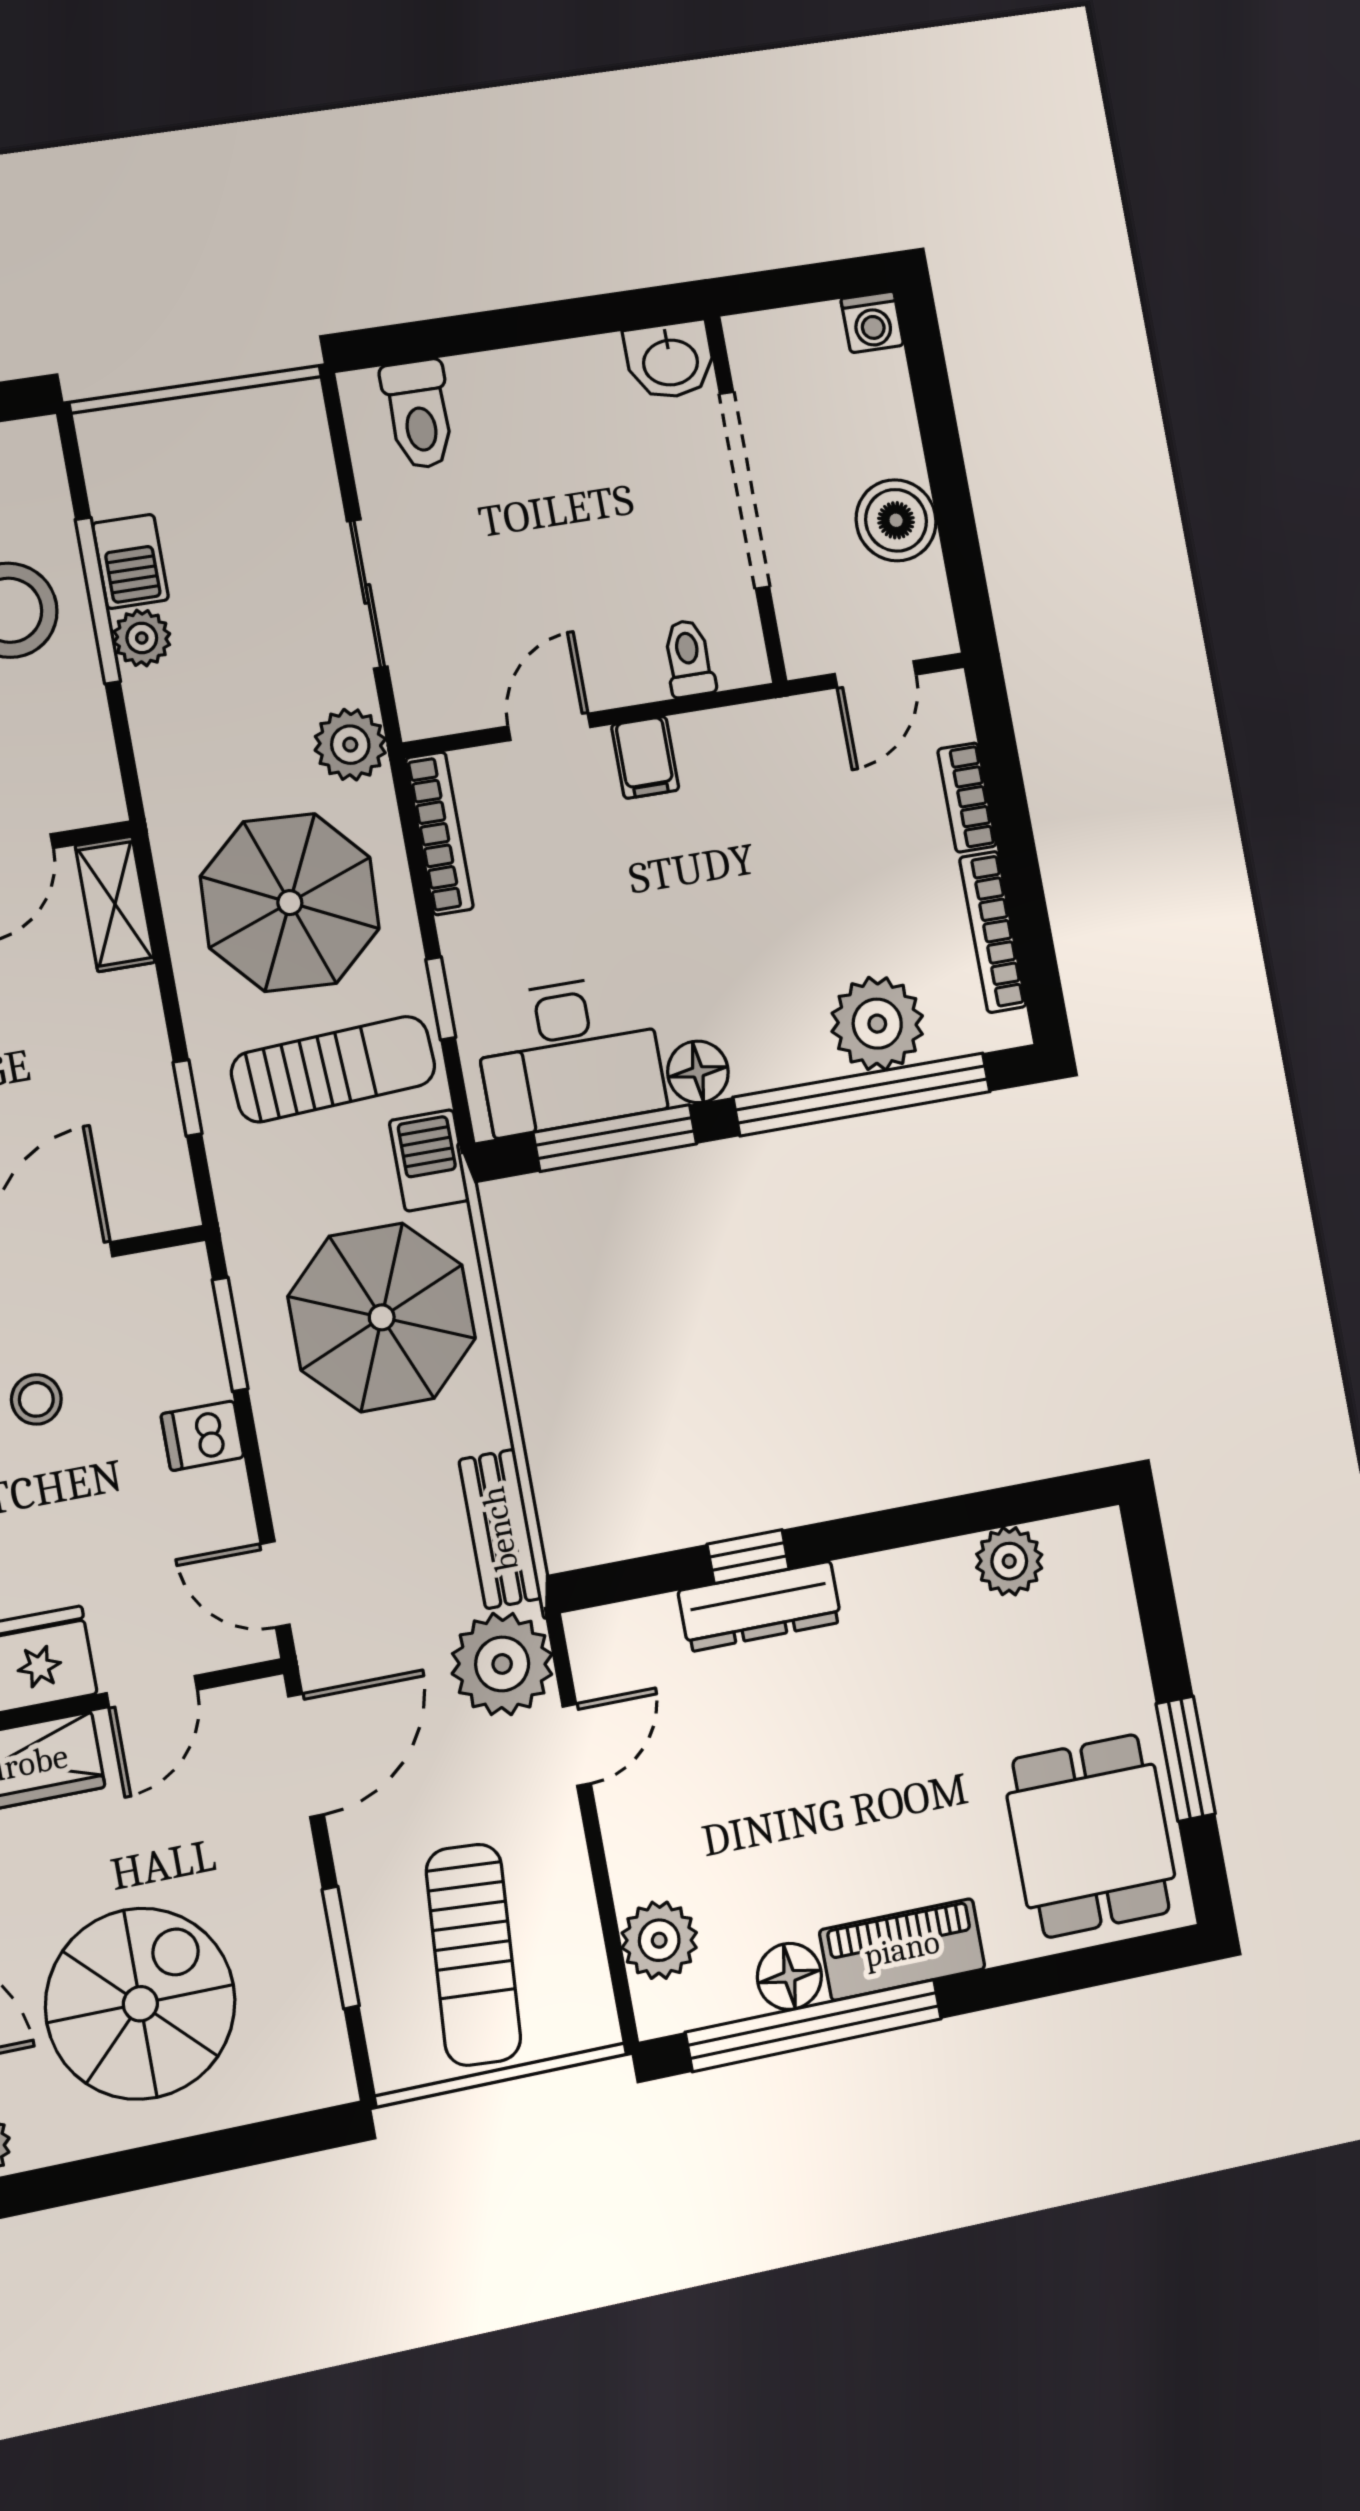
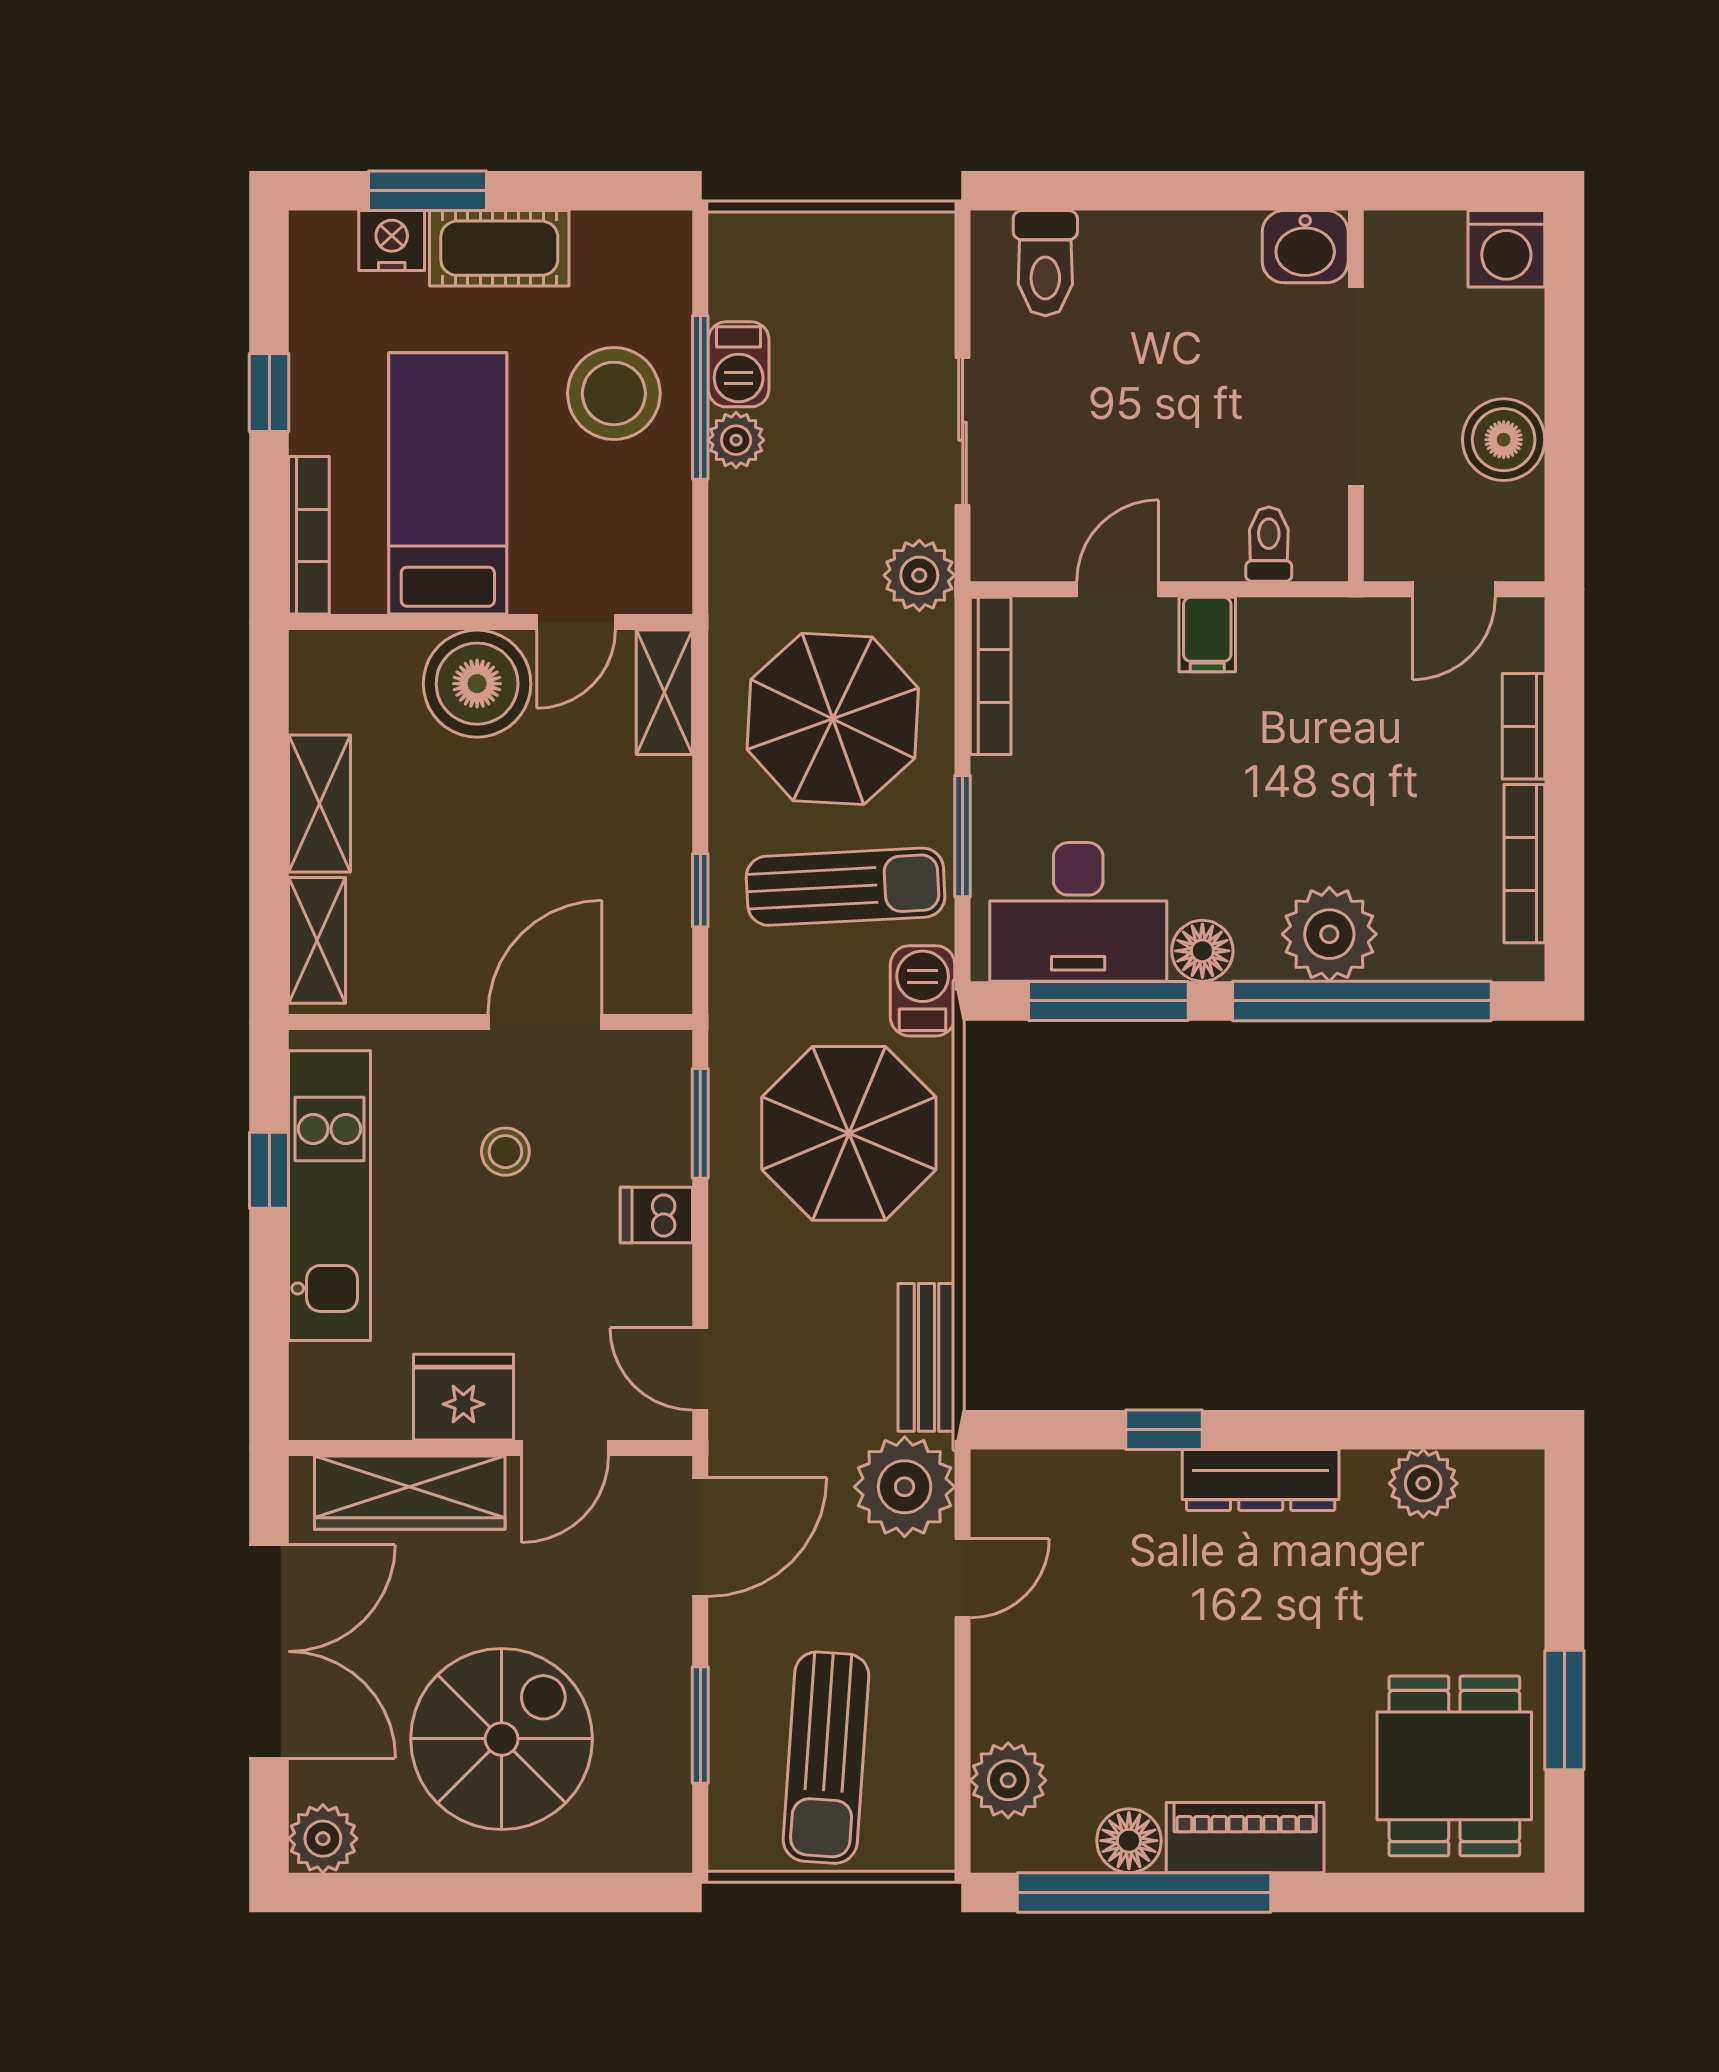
washing machine: (872, 322) -> (1506, 249), width x1.38, depth x1.38
window: (441, 998) -> (963, 836), width x1.50
plant: (877, 1024) -> (1329, 934), moved
dresser: (760, 1606) -> (1261, 1480), moved

